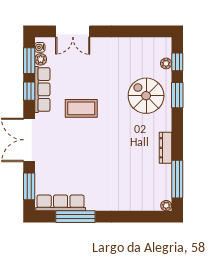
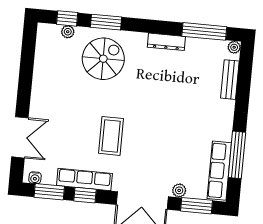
plant: (41, 59) -> (179, 190), moved
spiral stairs: (146, 96) -> (103, 59), turned 180
bench: (139, 205) -> (230, 80), added

